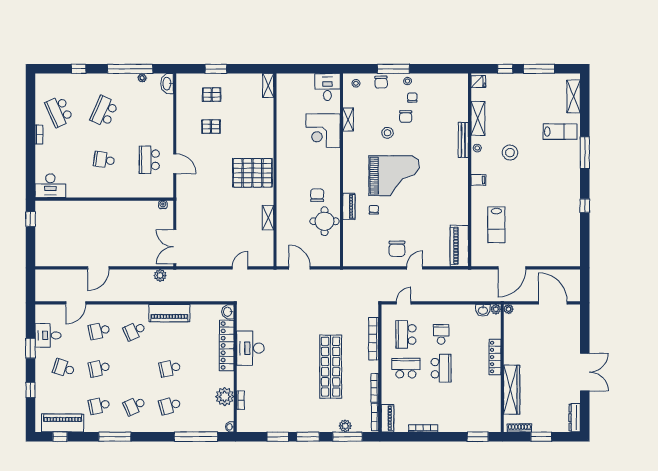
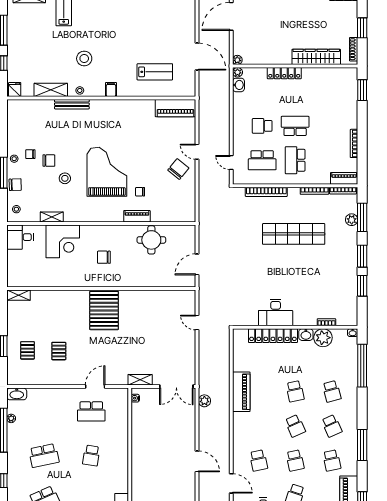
school desk: (104, 111) -> (44, 456), turned -36
chair: (317, 195) -> (104, 257), moved
shelving: (268, 218) -> (140, 380), moved
chair: (397, 249) -> (178, 169), turned -51
washbasin: (228, 312) -> (306, 335), moved
school desk: (135, 331) -> (295, 426), moved

